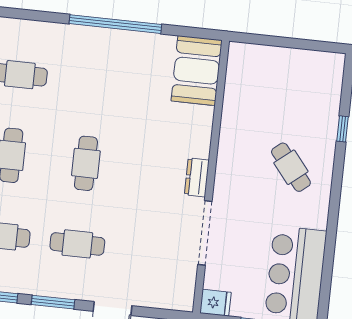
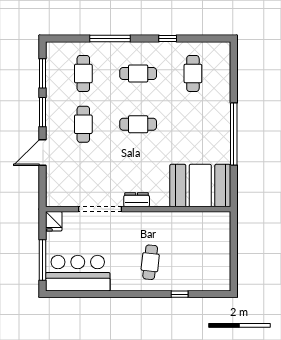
booth: (197, 71) -> (200, 186), width x1.36, depth x1.42
cafe table: (291, 167) -> (150, 262), turned -45

